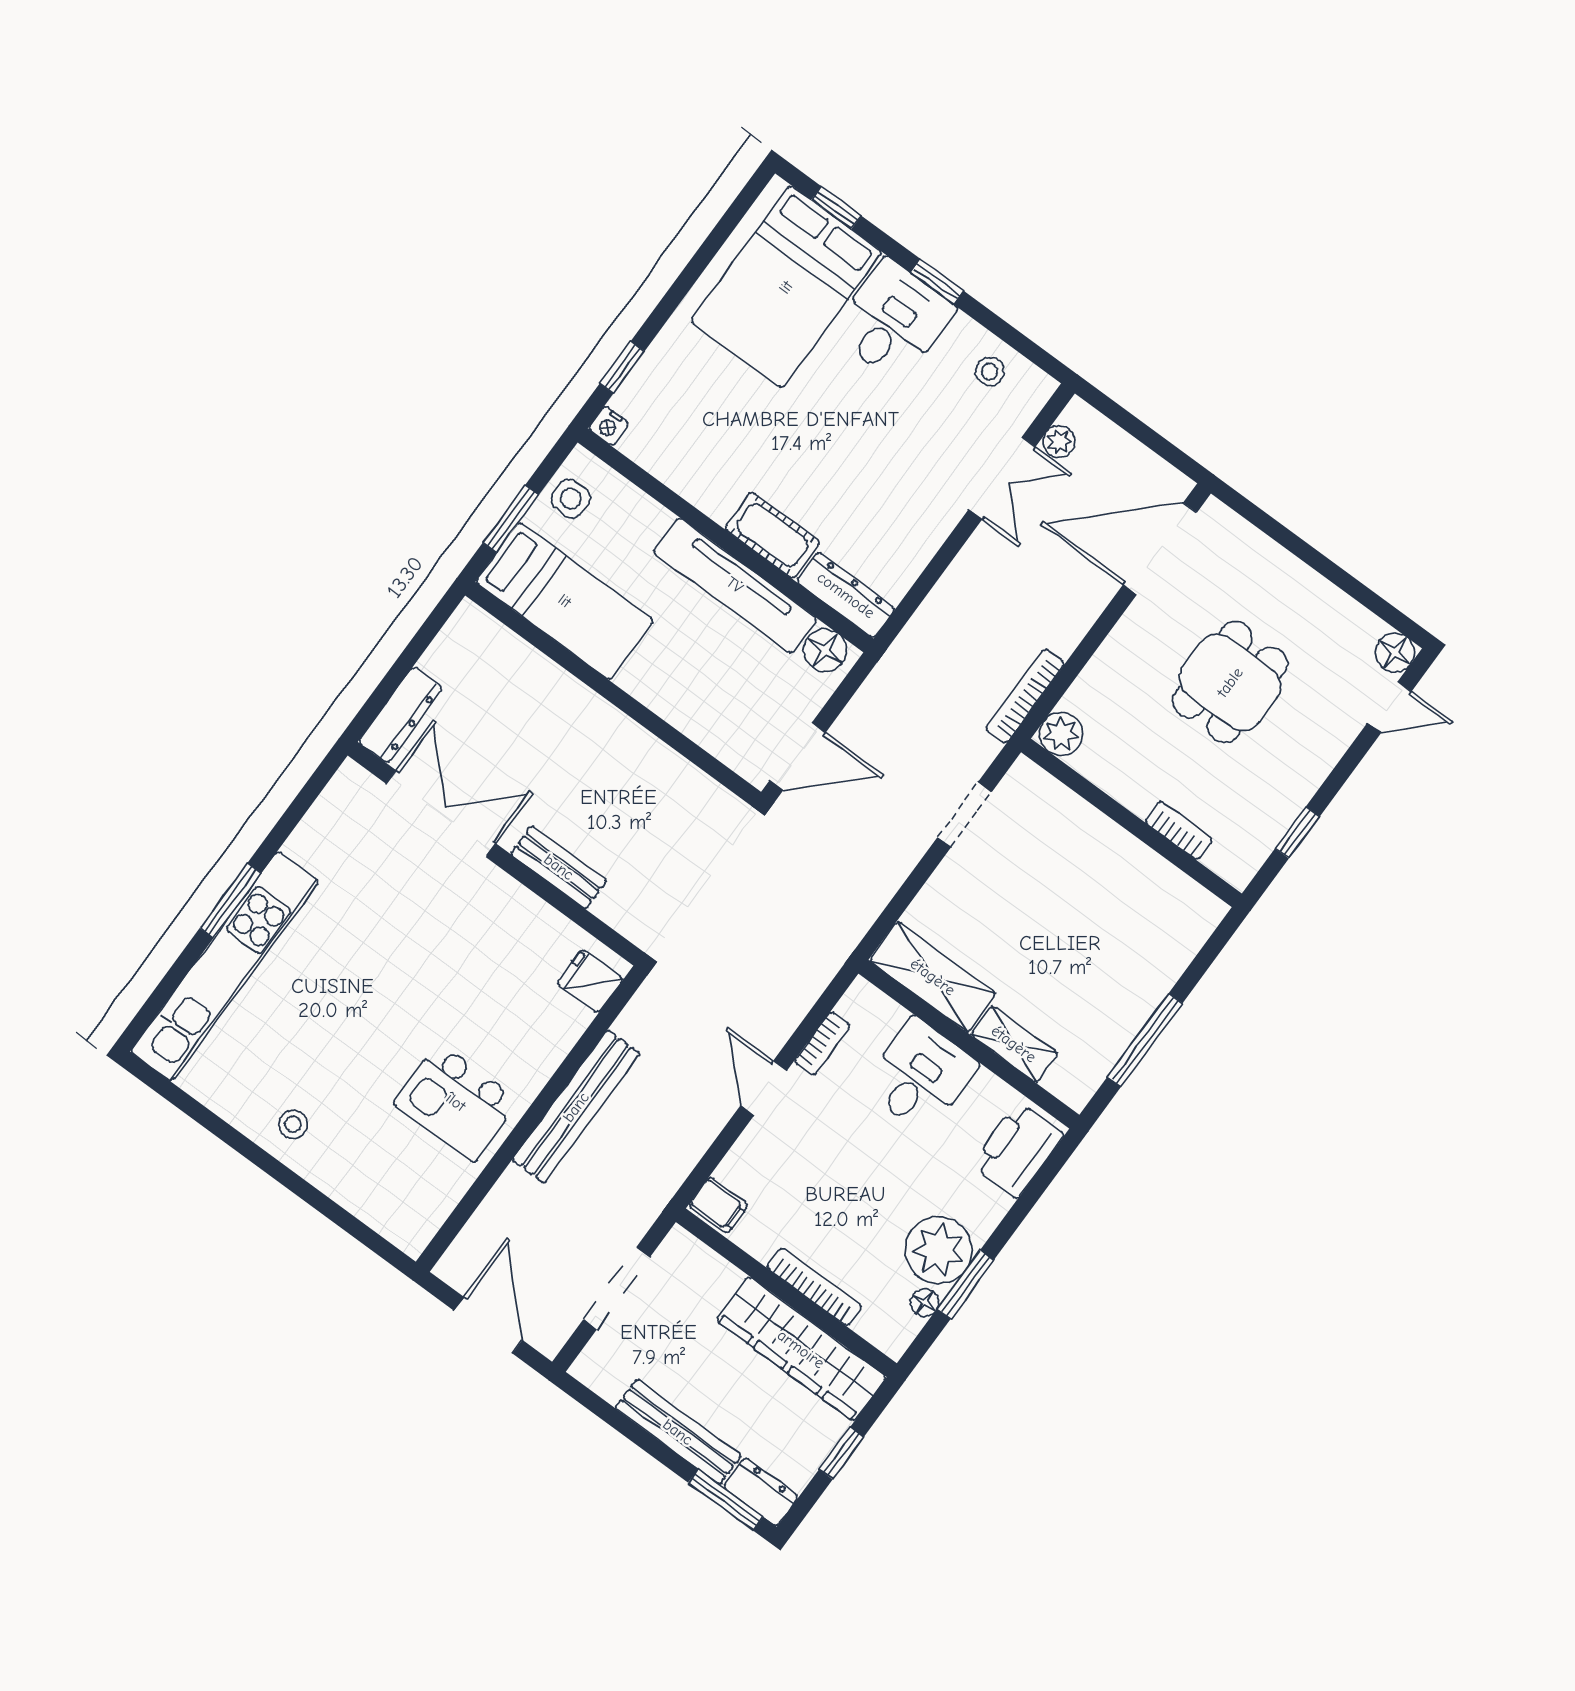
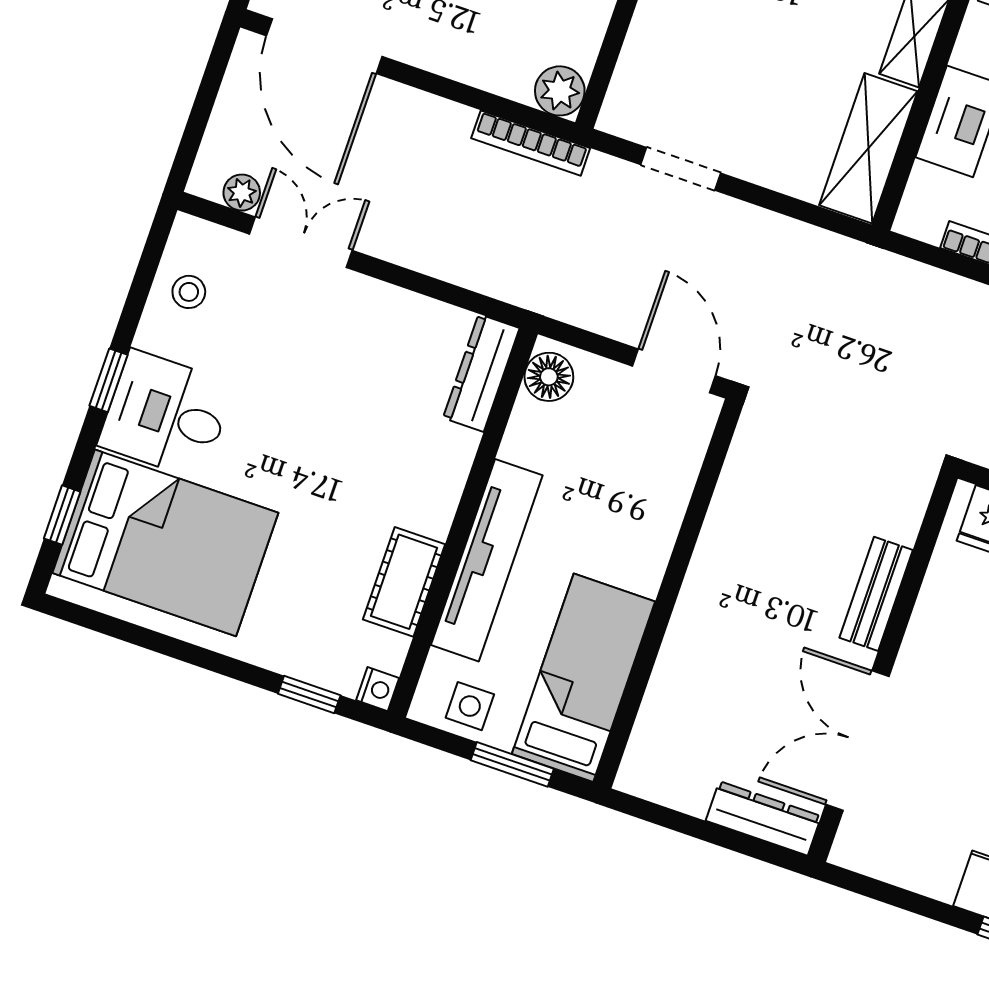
cot: (772, 535) -> (404, 582), moved
tv unit: (735, 585) -> (487, 560), moved

